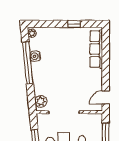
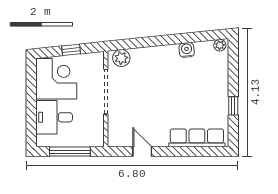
window: (28, 63) -> (177, 39), removed
door: (106, 97) -> (142, 152), moved

